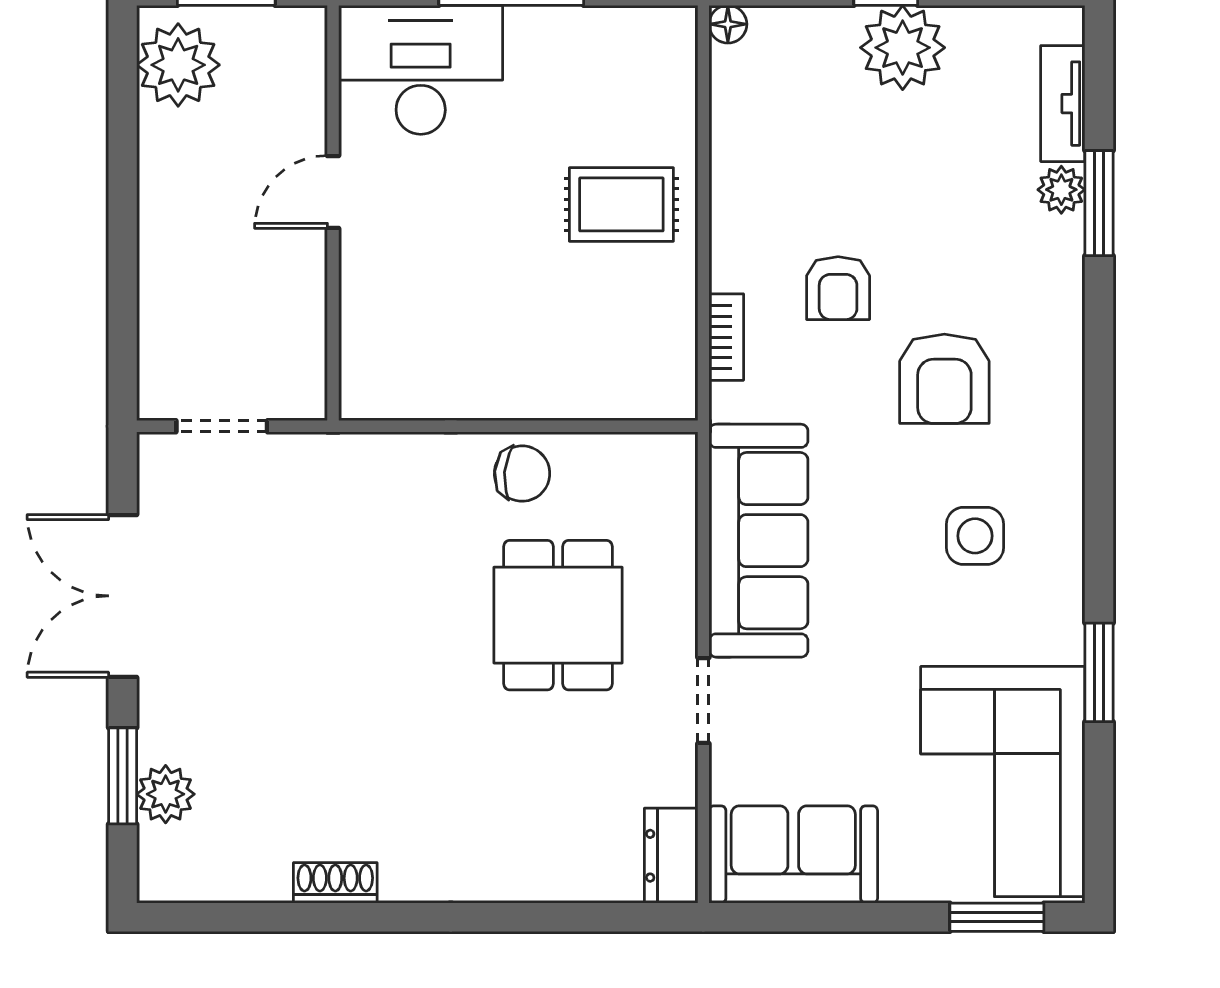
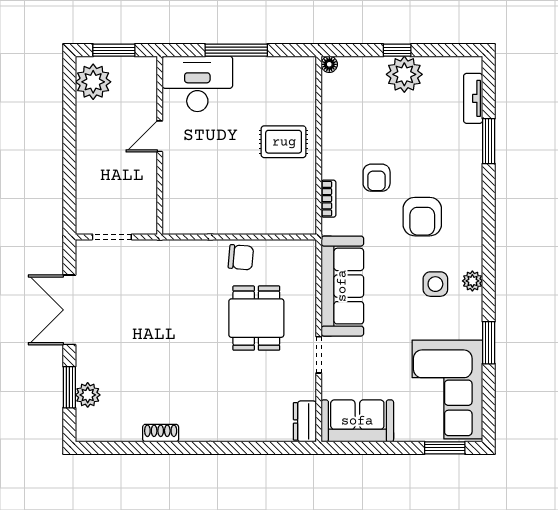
plant: (1061, 190) -> (472, 281), moved

